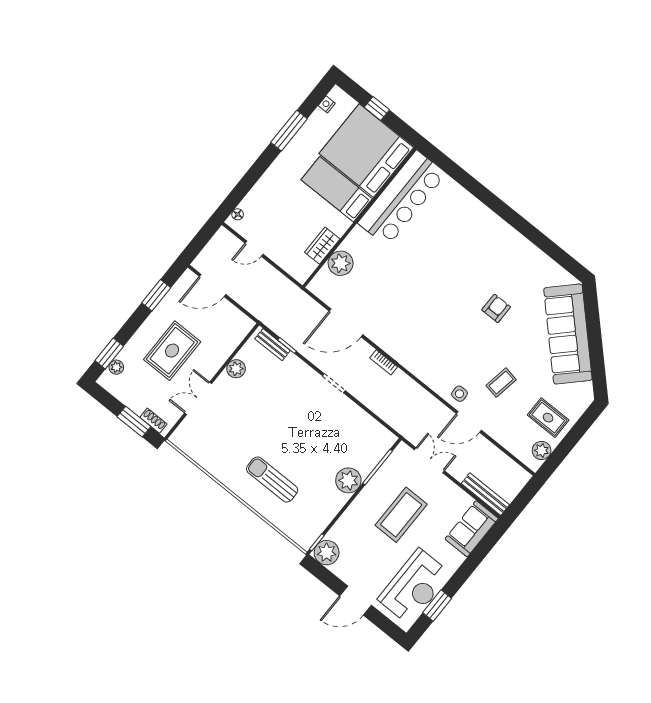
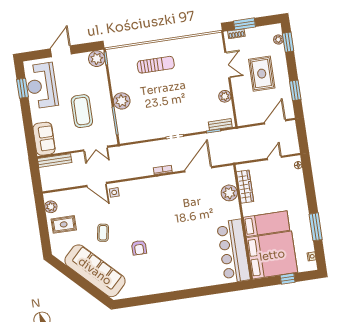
wardrobe: (322, 246) -> (245, 187), width x1.50
coffee table: (501, 383) -> (103, 233), moved
door: (469, 422) -> (97, 184), swing flipped

